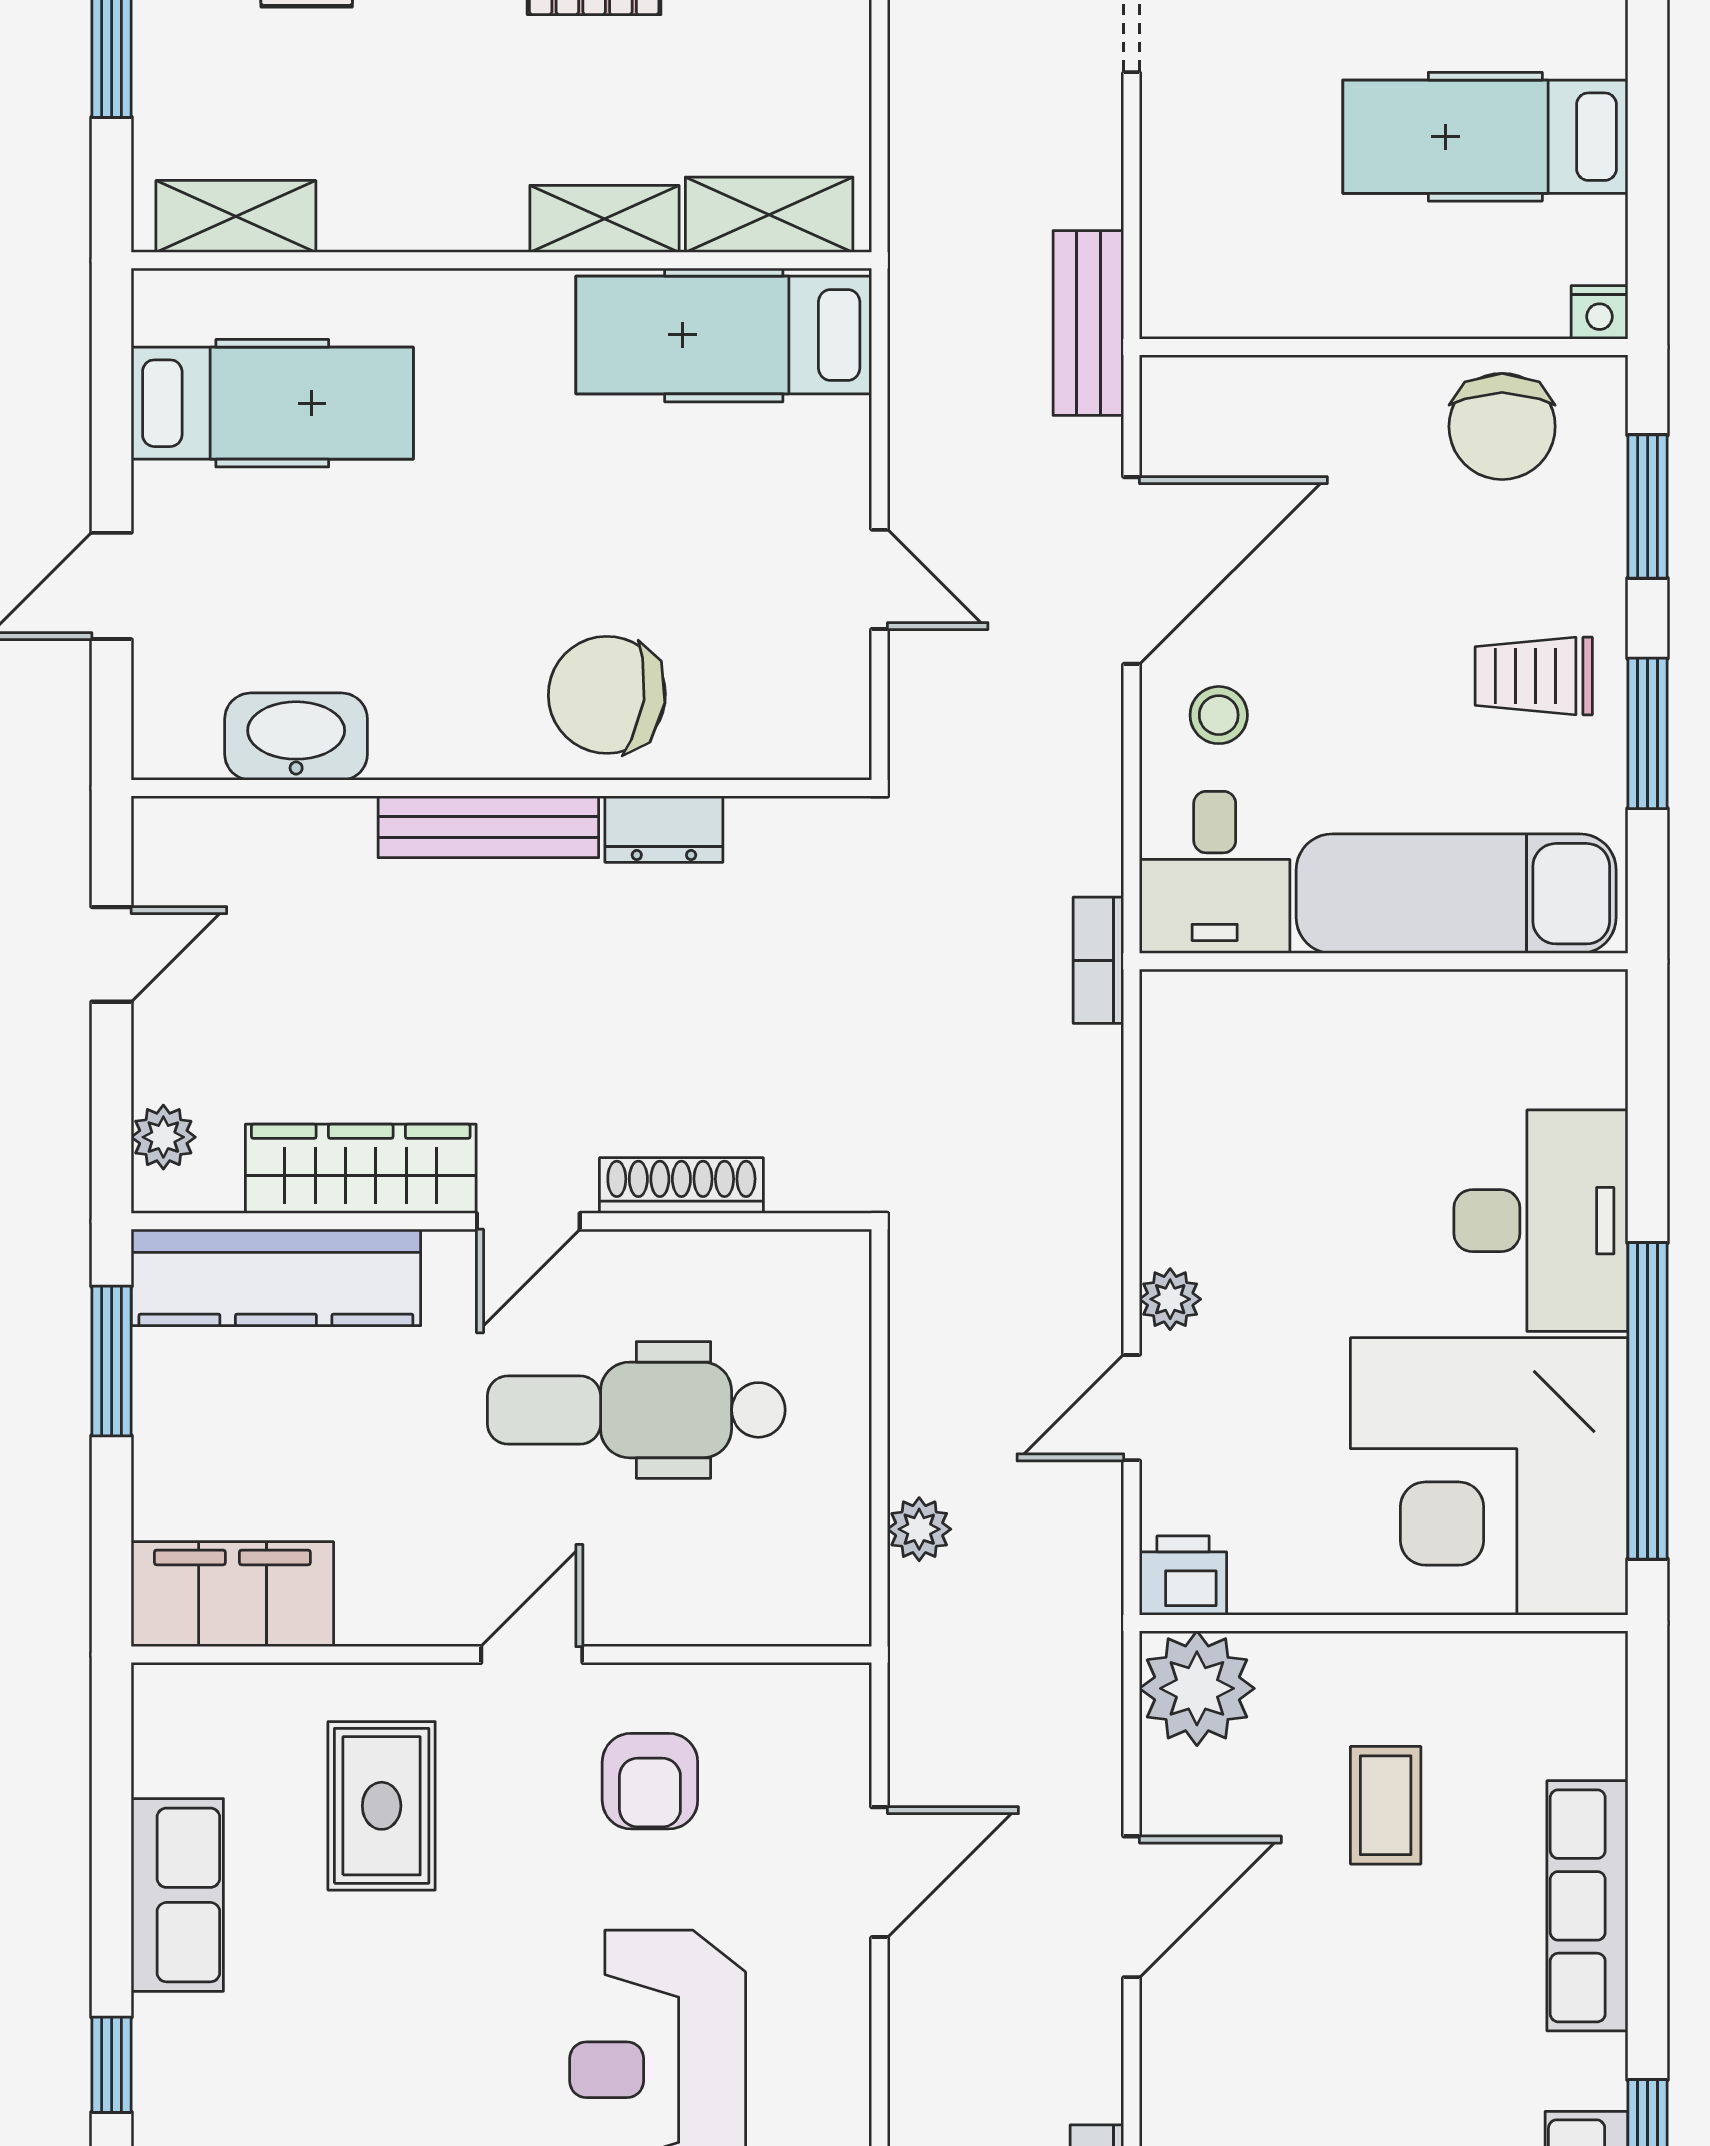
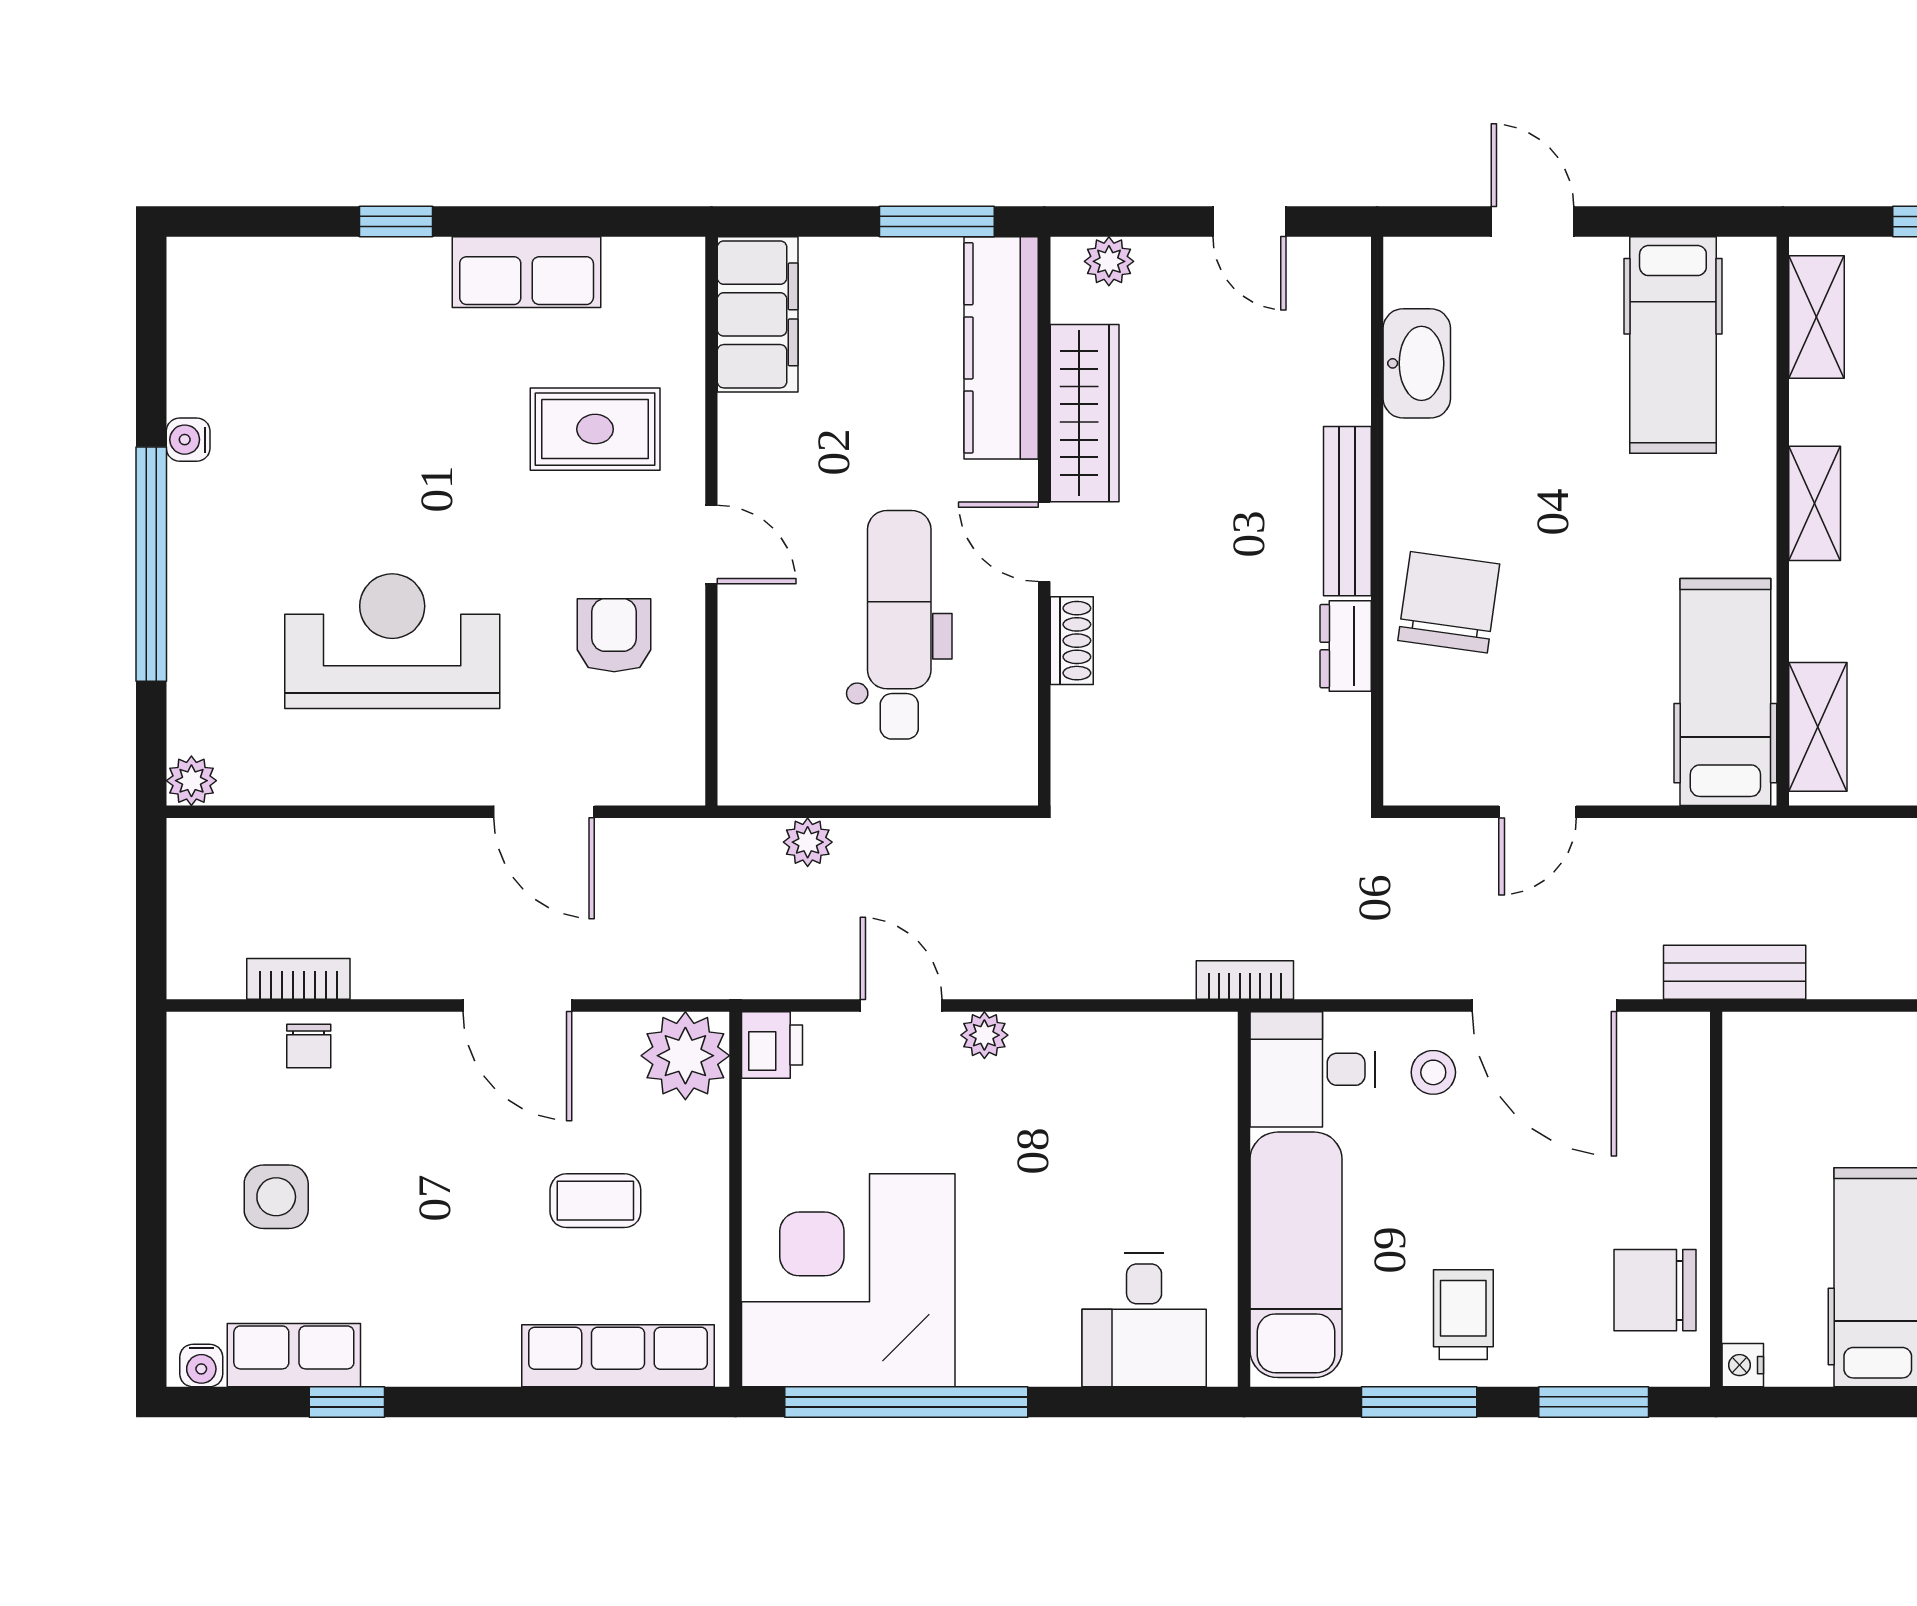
shelving: (604, 219) -> (1815, 503), moved
shoe rack: (681, 1186) -> (1072, 641), width x0.70
desk: (1541, 1221) -> (1144, 1320), moved, width x0.73
armchair: (650, 1781) -> (614, 635), turned 90
row of seats: (1587, 1906) -> (618, 1356), moved

